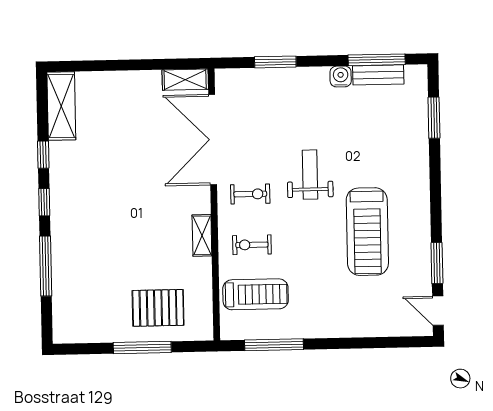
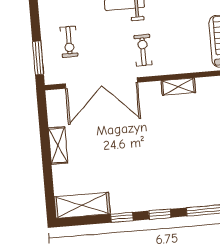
window: (275, 62) -> (38, 58), moved
shelving: (185, 80) -> (58, 145), moved
exercise bike: (252, 245) -> (69, 42), moved

